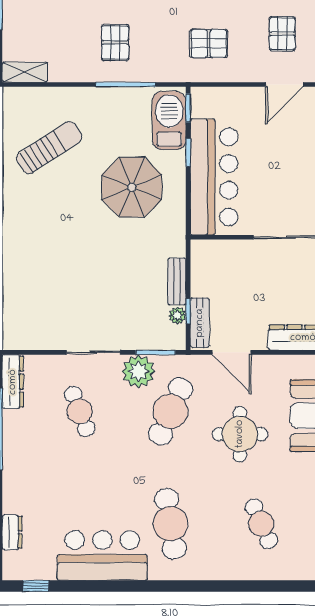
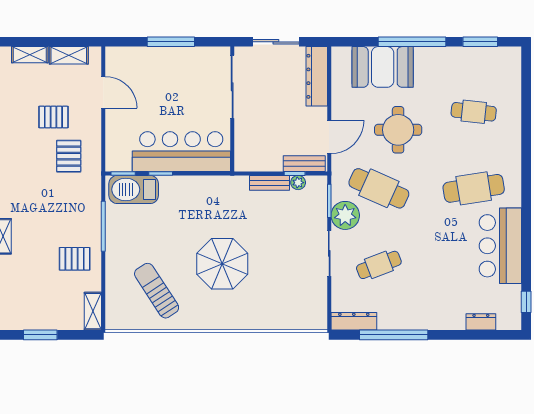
pallet: (282, 34) -> (53, 117), moved
pallet: (115, 42) -> (75, 259), moved
parasol: (132, 187) -> (222, 264), moved
cafe table: (261, 524) -> (474, 112), turned 30

